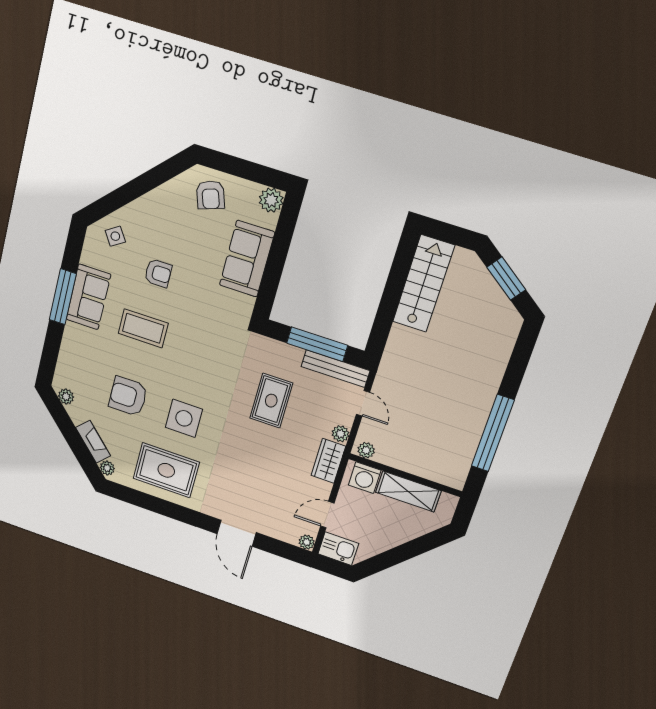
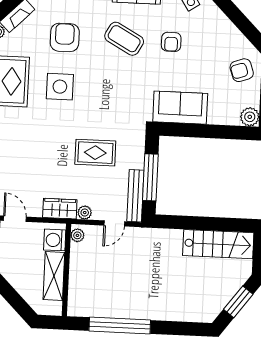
sofa: (247, 259) -> (180, 108), moved
coffee table: (143, 328) -> (124, 39), turned -61

